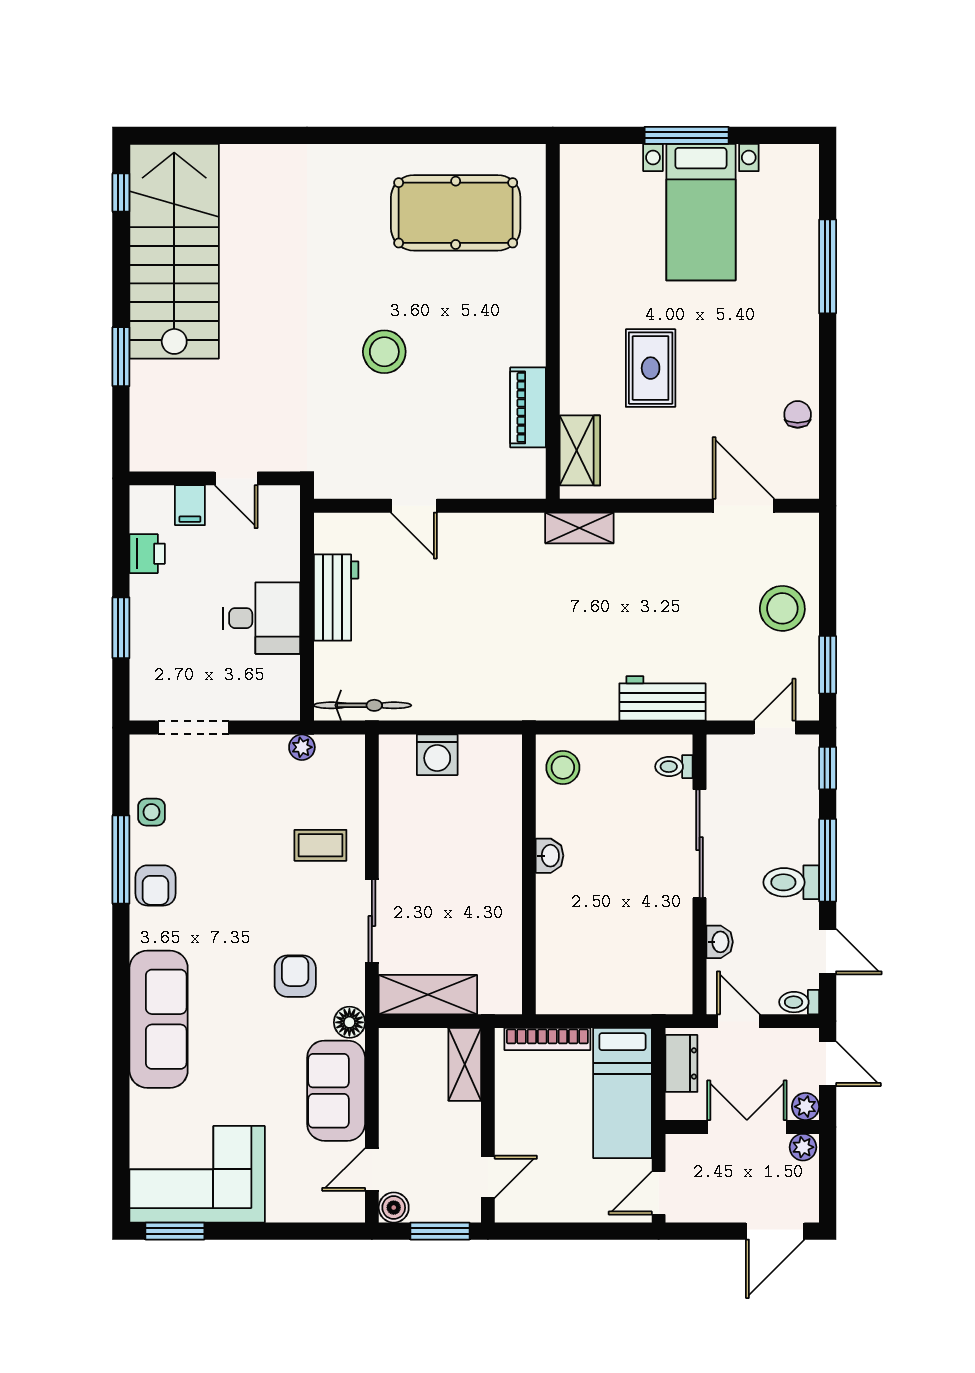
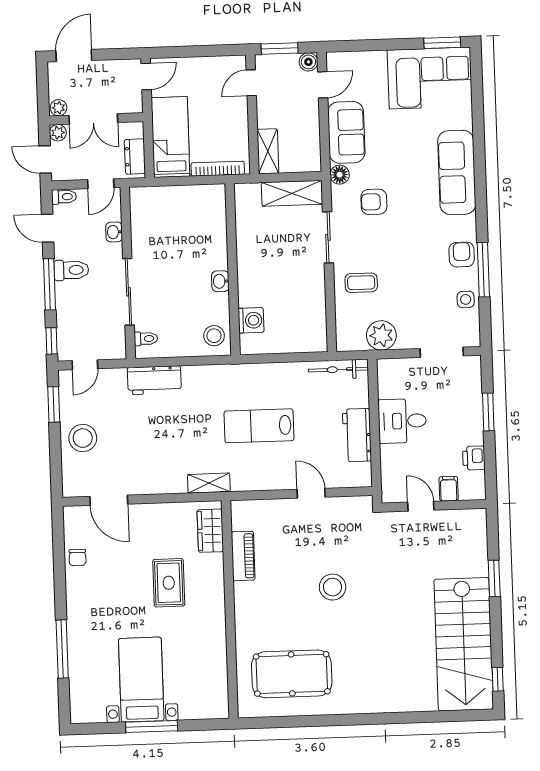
lab bench: (495, 618) -> (259, 426), added
plant: (302, 747) -> (381, 335), width x1.88, depth x1.88
washing machine: (437, 755) -> (251, 320), moved, turned 90
armchair: (295, 976) -> (374, 202), turned 90
door: (738, 1021) -> (101, 184), hinge flipped

